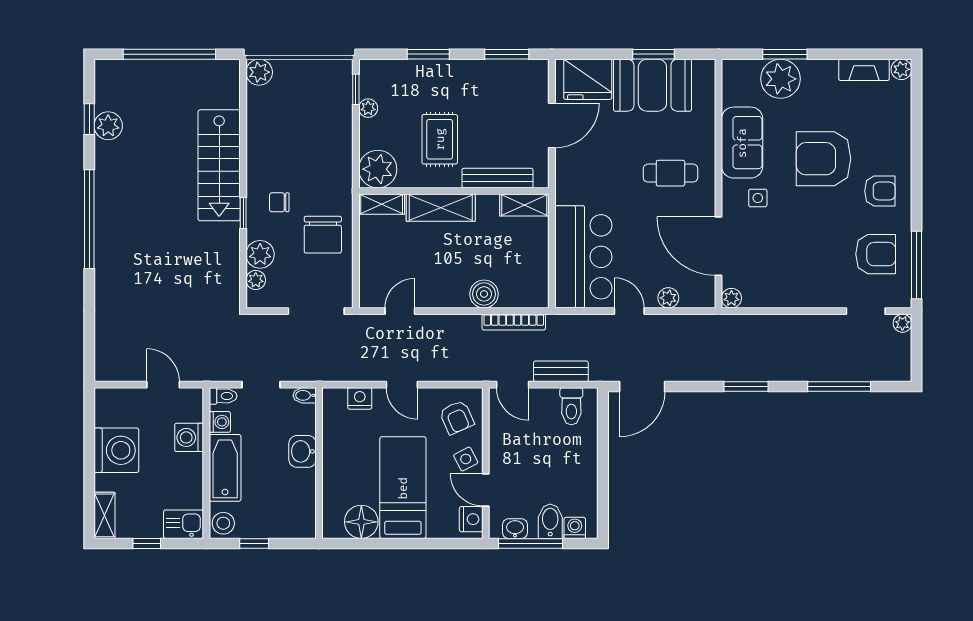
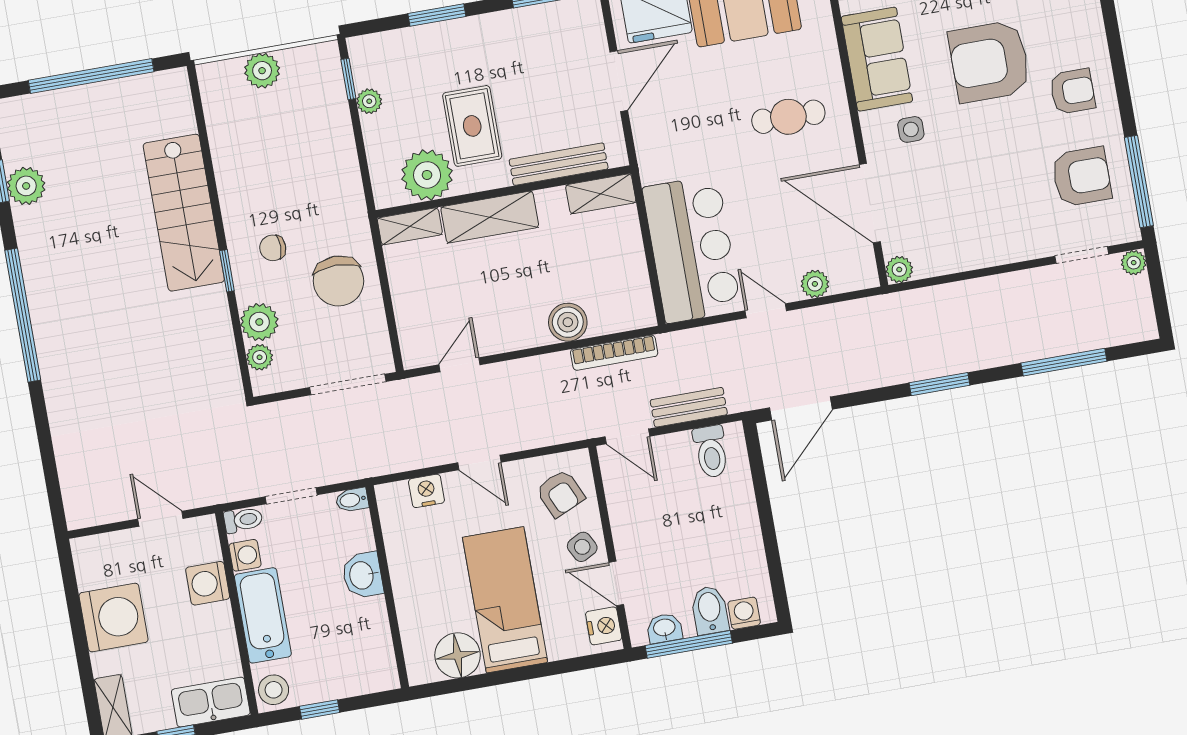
plant: (259, 72) -> (262, 71), moved
plant: (378, 169) -> (427, 175), moved
kitchen sink: (184, 524) -> (211, 702), width x1.38

